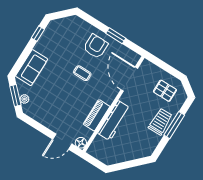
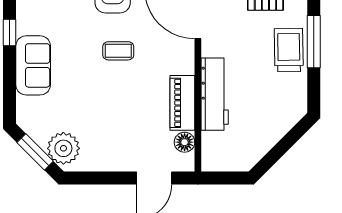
sofa: (32, 68) -> (33, 65), moved
plant: (24, 99) -> (63, 148), width x1.87, depth x1.87
floor lamp: (81, 143) -> (185, 142), moved

